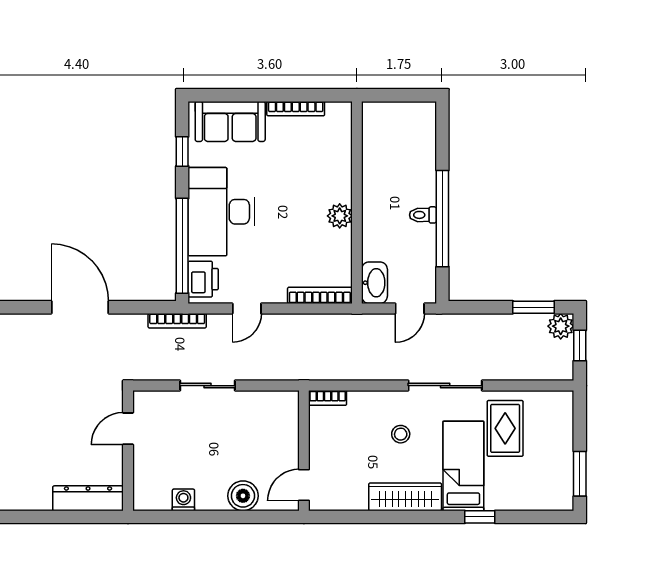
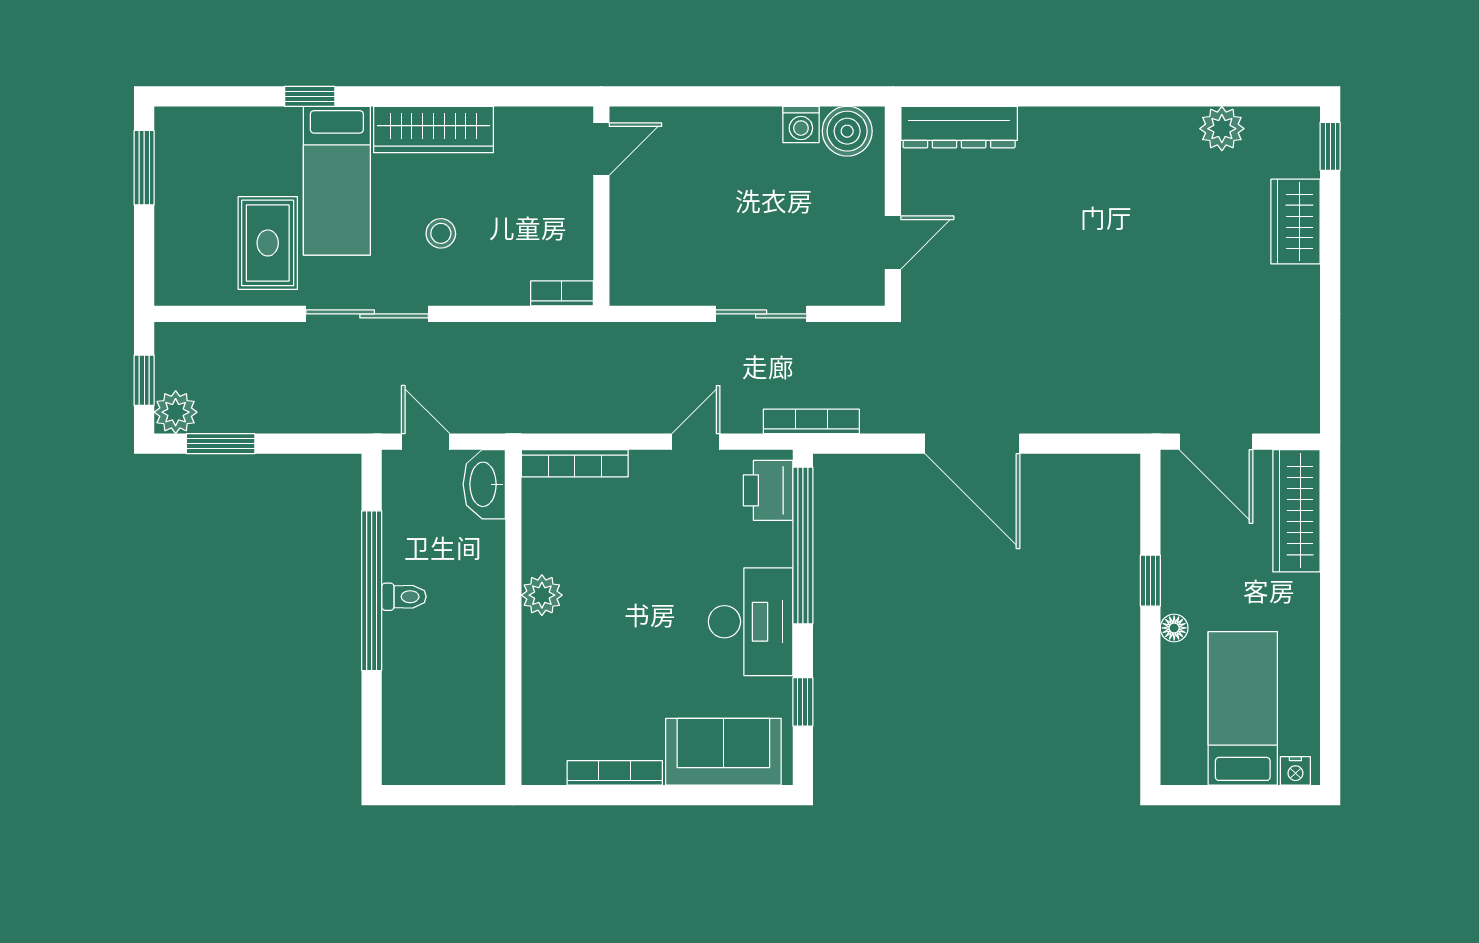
desk: (221, 212) -> (751, 622), width x0.73, depth x0.77
door: (410, 308) -> (426, 442), hinge flipped
boiler: (243, 496) -> (847, 131), moved

